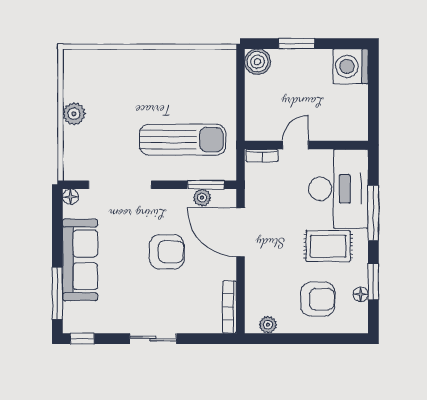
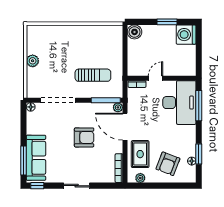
window: (297, 44) -> (167, 22), moved
sun lounger: (183, 140) -> (93, 75), width x0.73, depth x0.75
window: (206, 185) -> (106, 100), width x1.44
plant: (202, 198) -> (118, 107), moved
window: (373, 213) -> (199, 106), moved
rug: (328, 246) -> (140, 154), moved, turned 90
sofa: (80, 260) -> (36, 158), moved
armchair: (318, 299) -> (168, 164), turned 111

